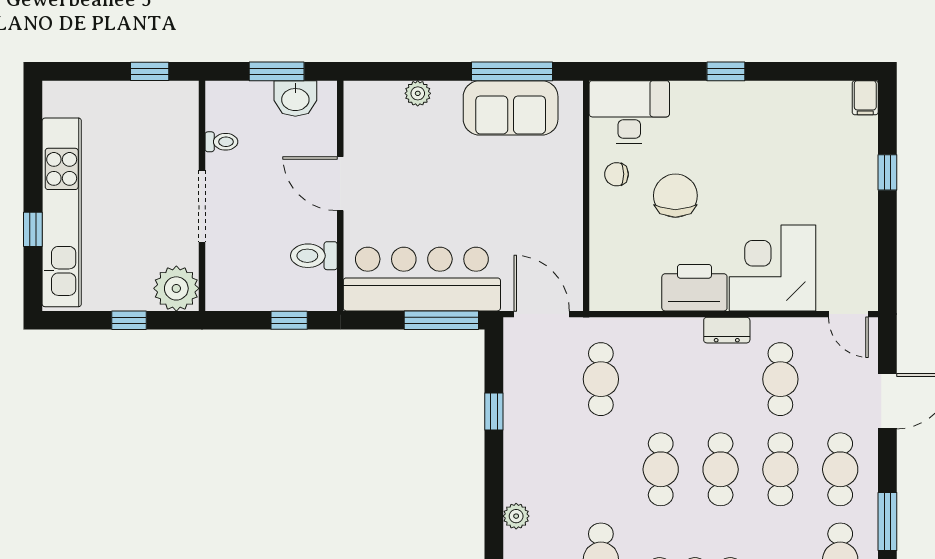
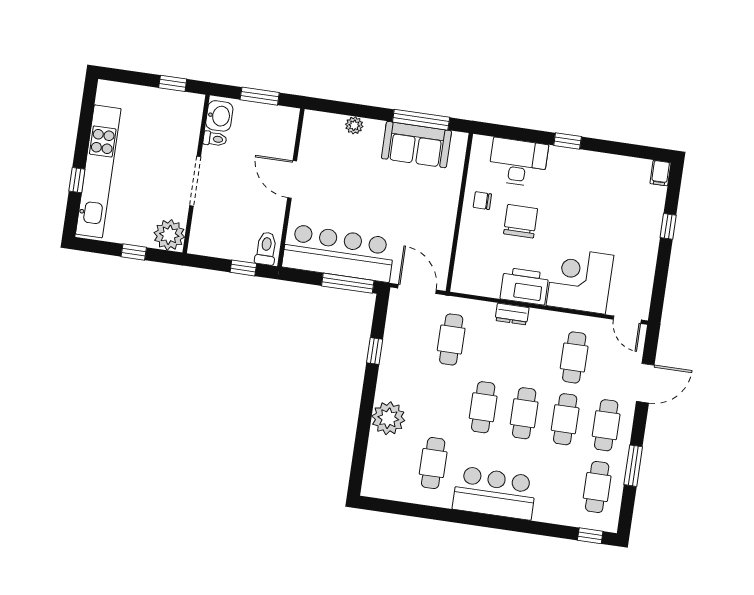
washbasin: (295, 99) -> (219, 116), moved, turned -90
desk: (629, 112) -> (518, 162), moved
toilet: (314, 256) -> (266, 248), moved, turned 90
dresser: (727, 330) -> (512, 314), moved
plant: (516, 516) -> (388, 418), width x1.87, depth x1.87

